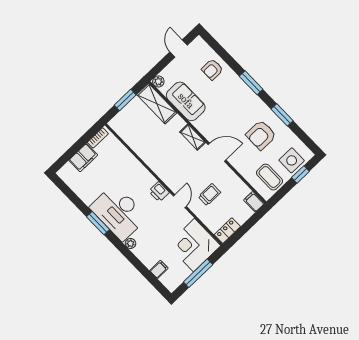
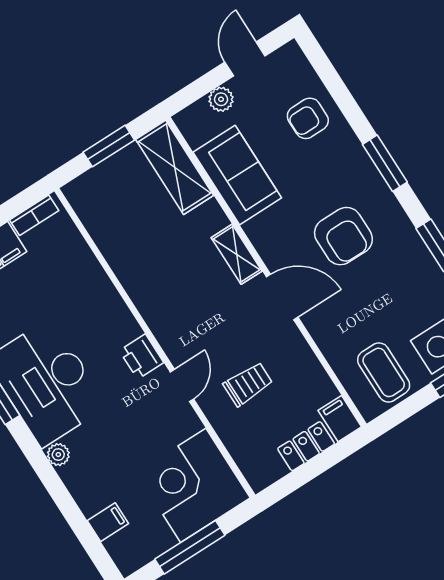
plant: (158, 81) -> (221, 99), moved
armchair: (261, 135) -> (343, 236), moved, turned -90
locker: (227, 231) -> (306, 446), moved

